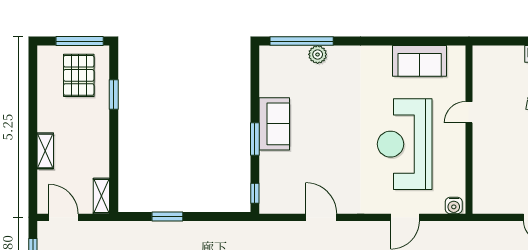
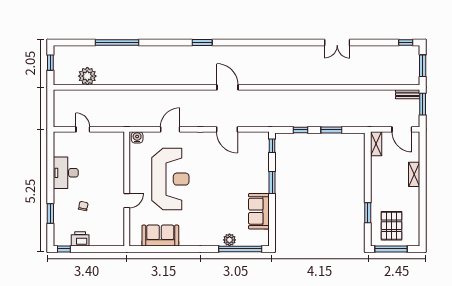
sofa: (274, 124) -> (259, 211), moved
window: (213, 216) -> (301, 130), added

